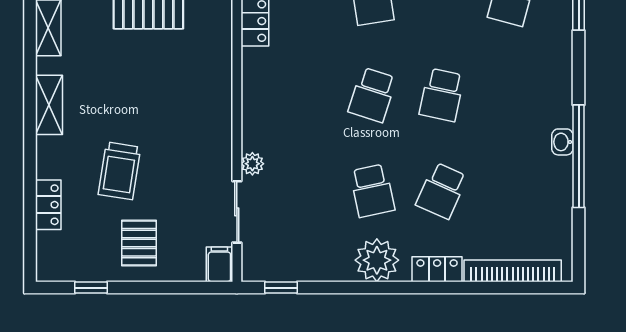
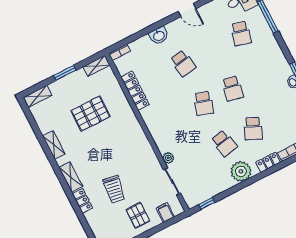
locker: (48, 205) -> (83, 201), moved
filing cabinet: (219, 264) -> (165, 213), moved

